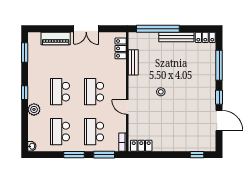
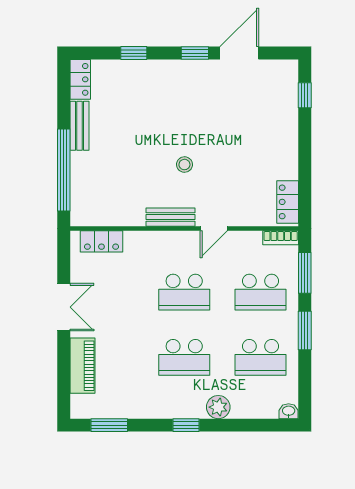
bench: (176, 37) -> (80, 126), width x0.73
bench: (133, 62) -> (170, 217), moved
window: (219, 65) -> (134, 53), width x0.46

